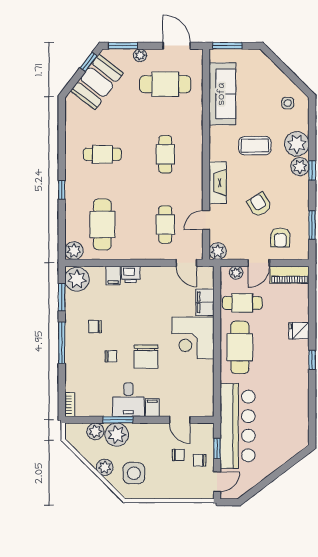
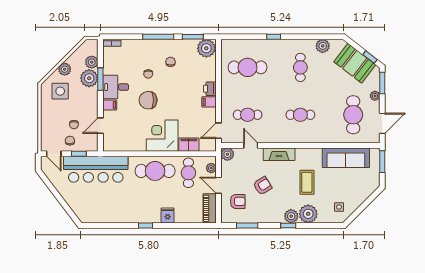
armchair: (280, 238) -> (238, 201), turned 180
plant: (74, 251) -> (323, 46), moved
filing cabinet: (113, 275) -> (209, 102), moved

